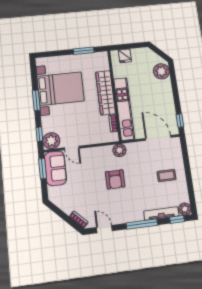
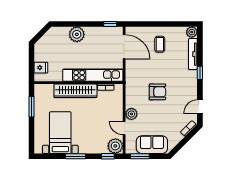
plant: (161, 71) -> (77, 34), moved
bed with nightstands: (60, 89) -> (60, 133), width x0.73
door: (158, 138) -> (124, 47), swing flipped
door: (72, 148) -> (124, 128), swing flipped
plant: (119, 150) -> (131, 114), moved
sofa: (55, 168) -> (152, 145), moved
window: (177, 219) -> (200, 41), removed
window: (142, 224) -> (200, 73), width x0.46

